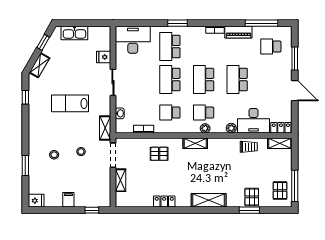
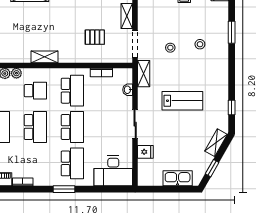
school desk: (170, 113) -> (72, 91), width x1.85
plant: (205, 128) -> (16, 73), moved
pallet: (159, 154) -> (95, 37), moved

